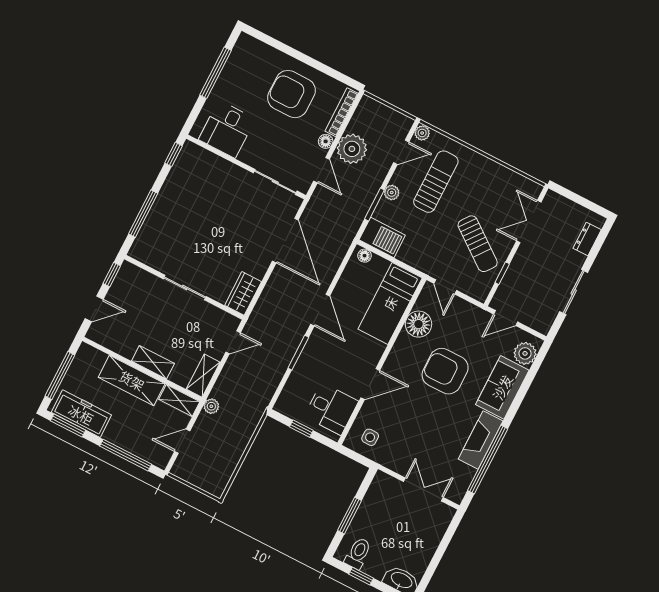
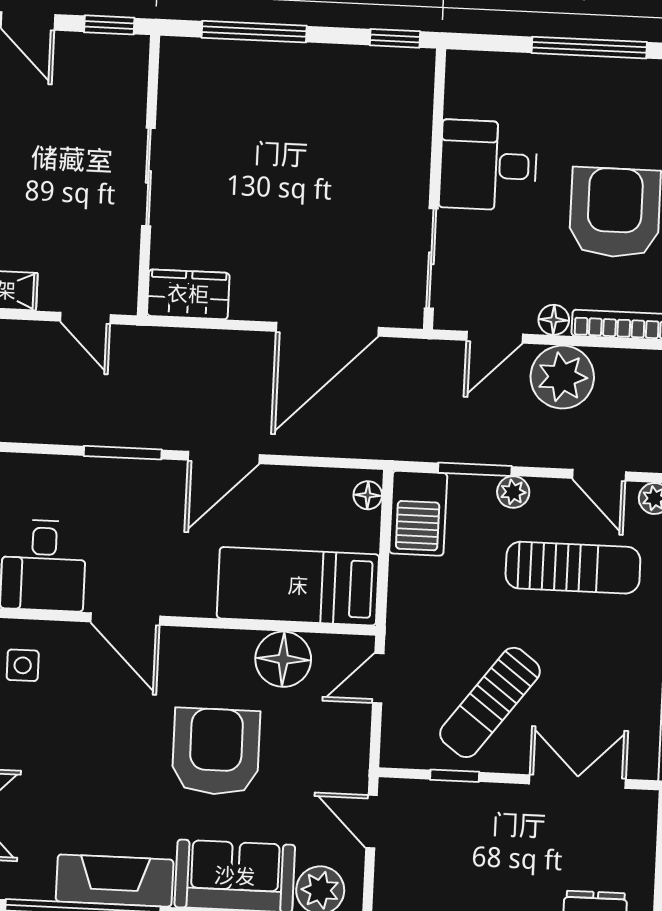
desk: (227, 129) -> (488, 165), moved

